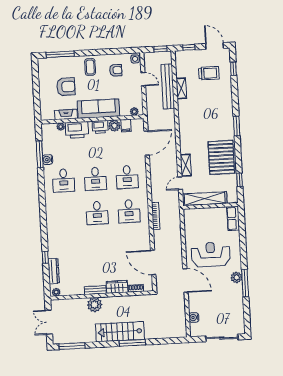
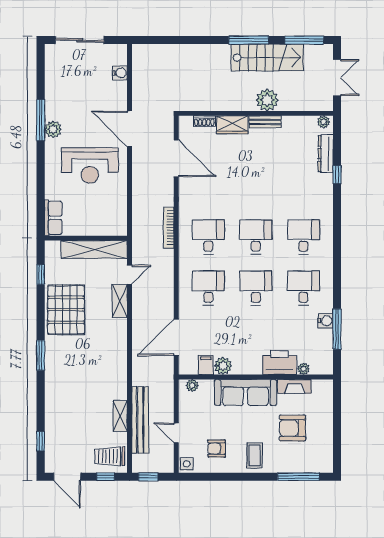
trolley: (209, 73) -> (110, 456), moved
printer: (100, 127) -> (245, 365), removed
desk: (65, 215) -> (303, 237), added
stairs: (120, 332) -> (267, 58), moved
window: (132, 343) -> (249, 40), moved

